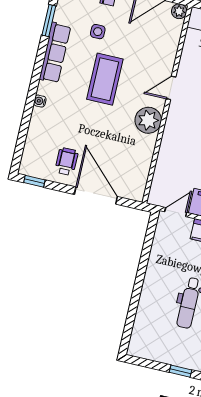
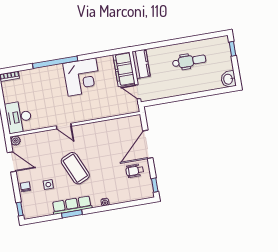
window: (49, 21) -> (72, 214), moved
coffee table: (105, 79) -> (75, 168), turned 66
plant: (148, 120) -> (89, 132), removed
washbasin: (140, 348) -> (228, 79), added

